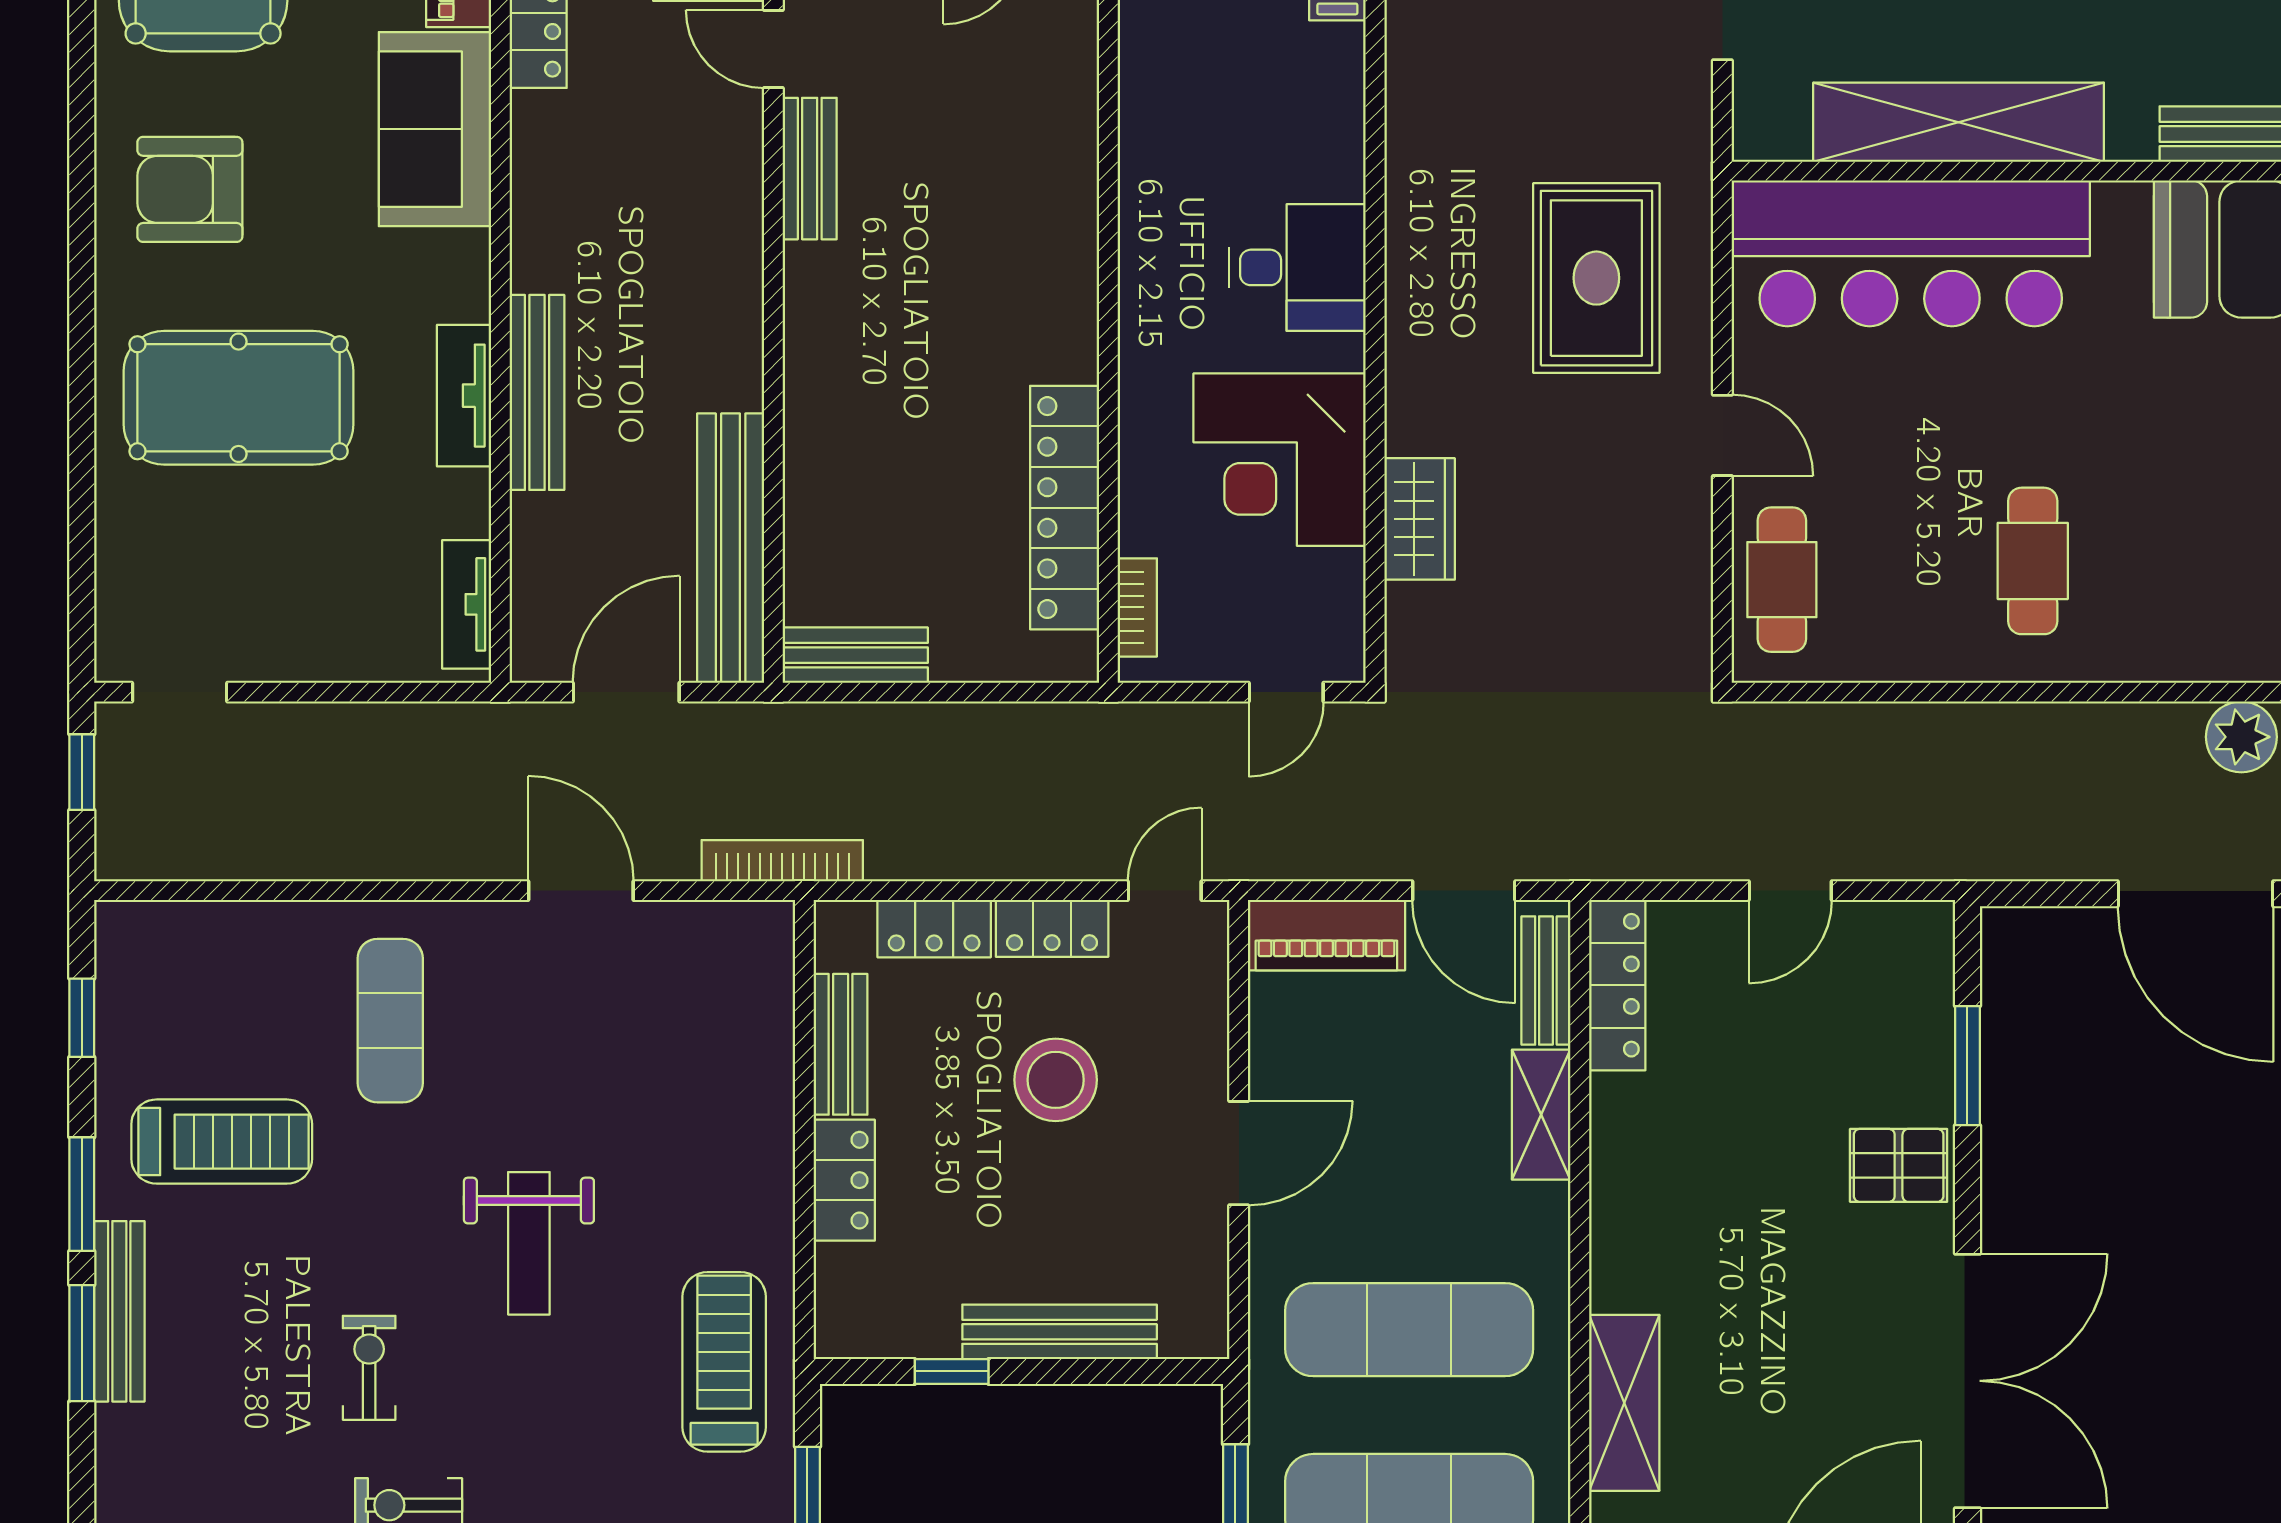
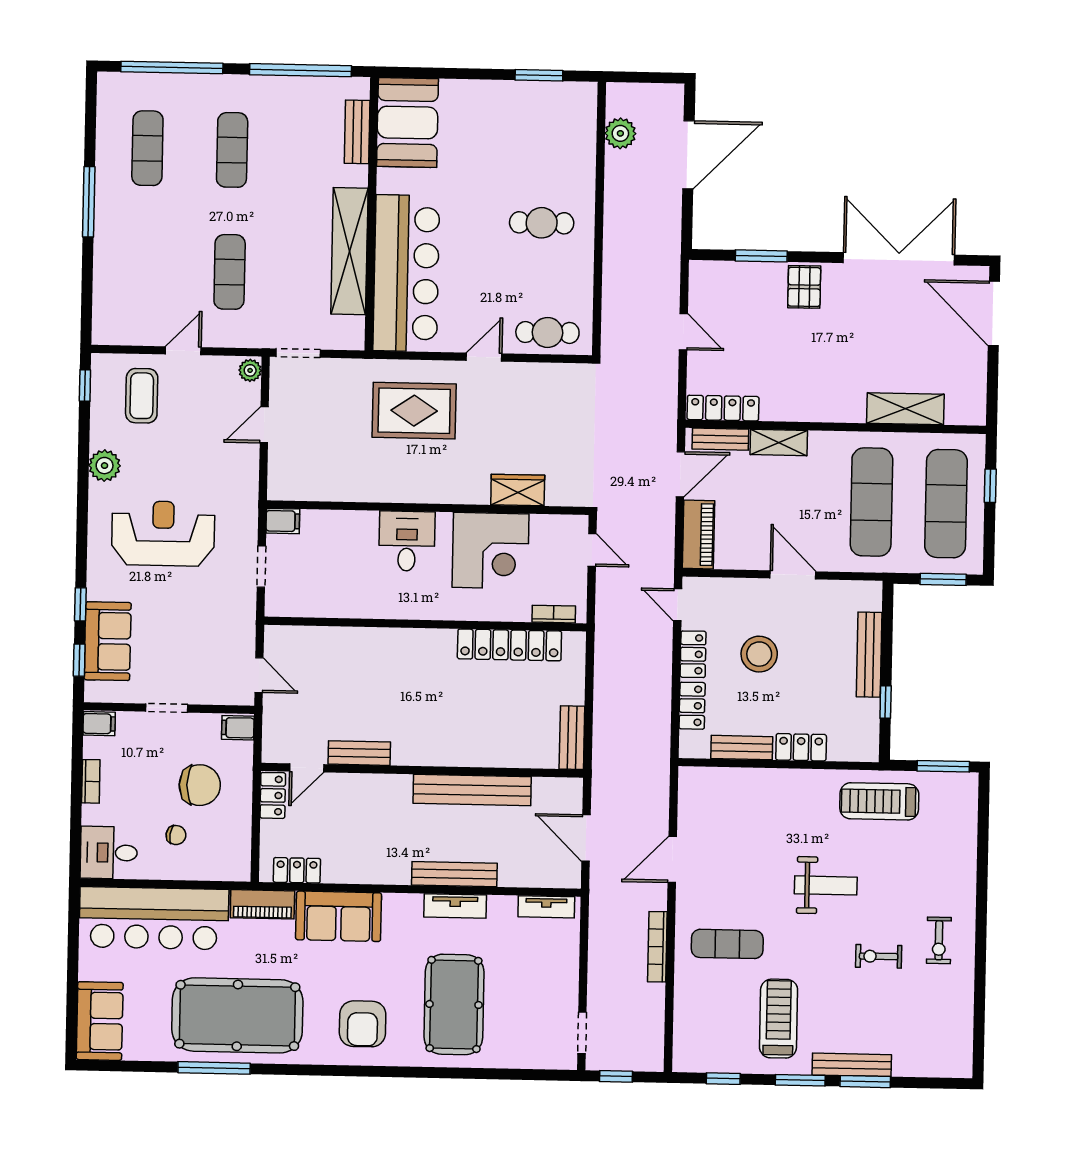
bench: (731, 548) -> (472, 790), moved
bookcase: (782, 861) -> (657, 947), moved

